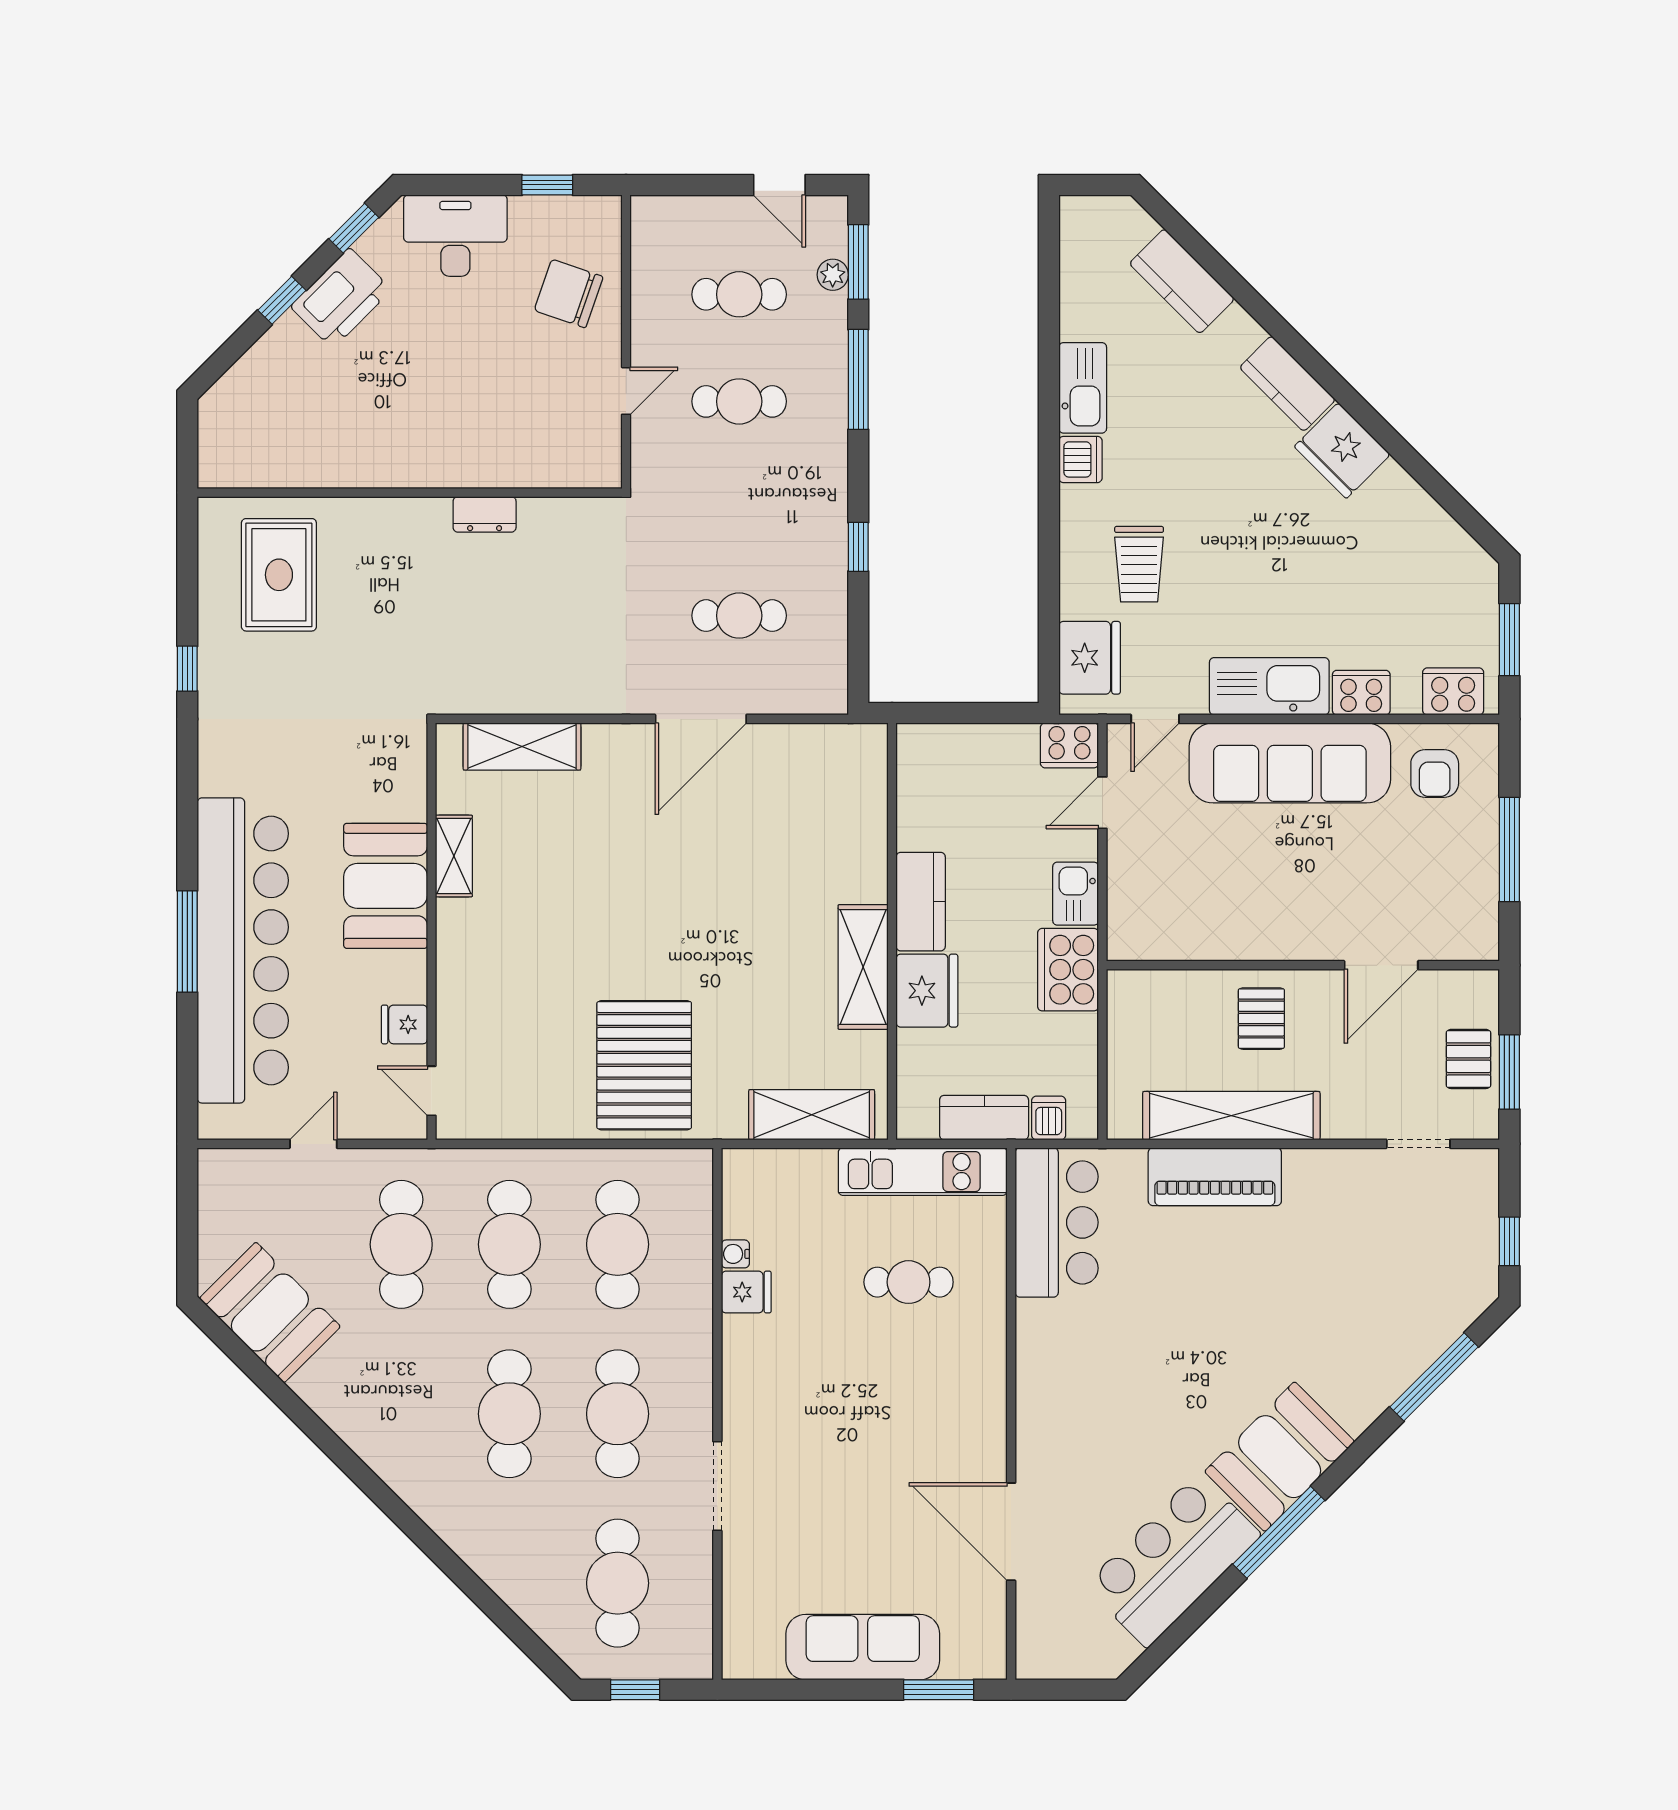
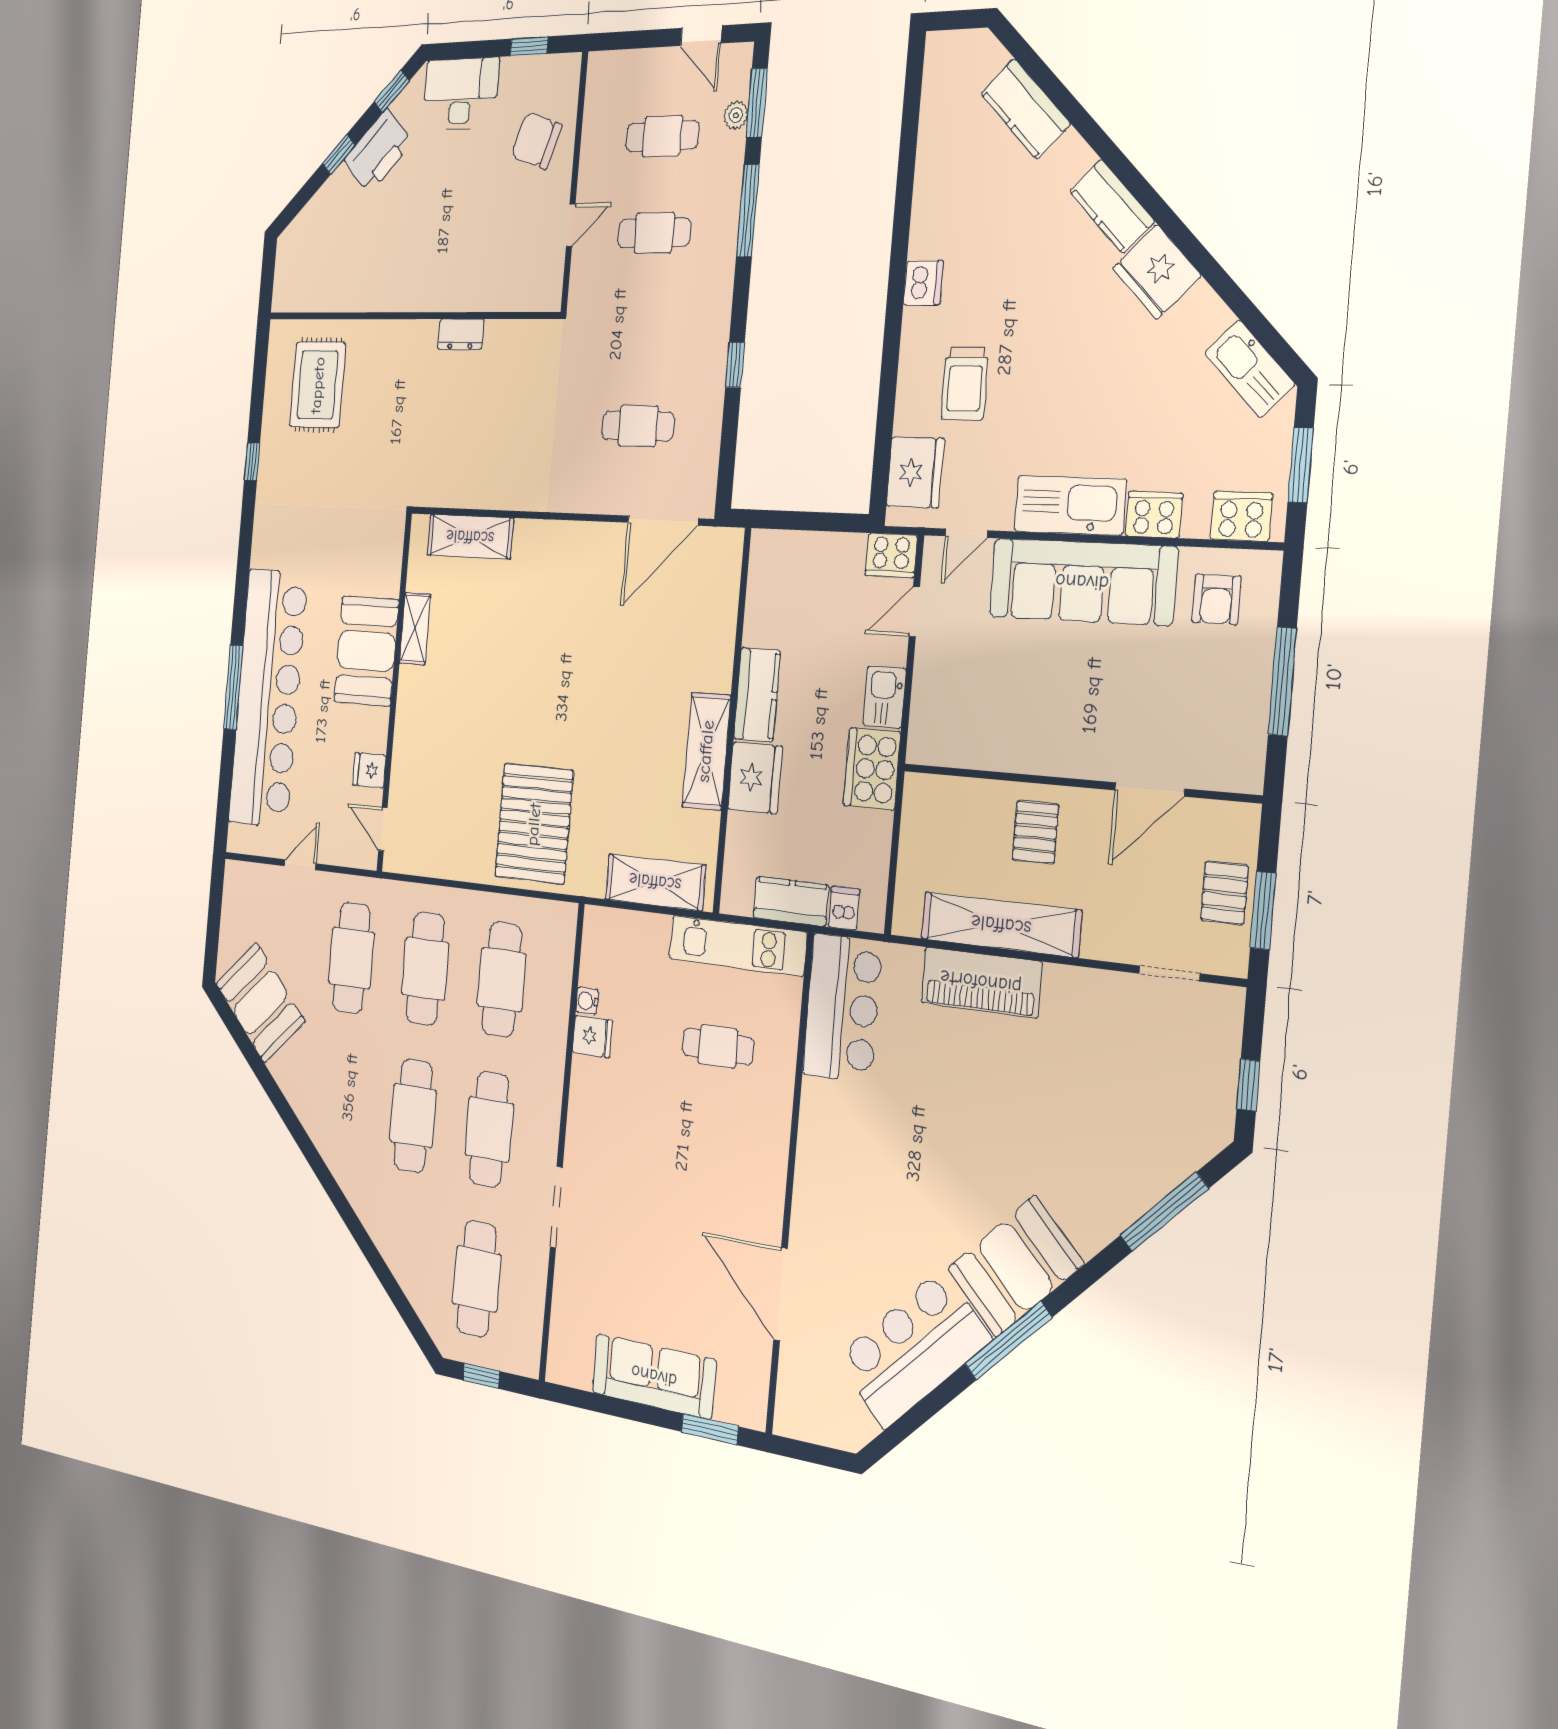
kitchen sink: (1083, 388) -> (1250, 369), moved, turned 135
door: (701, 719) -> (663, 521), moved

